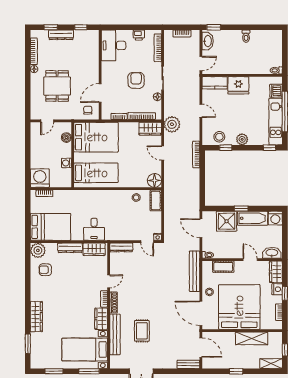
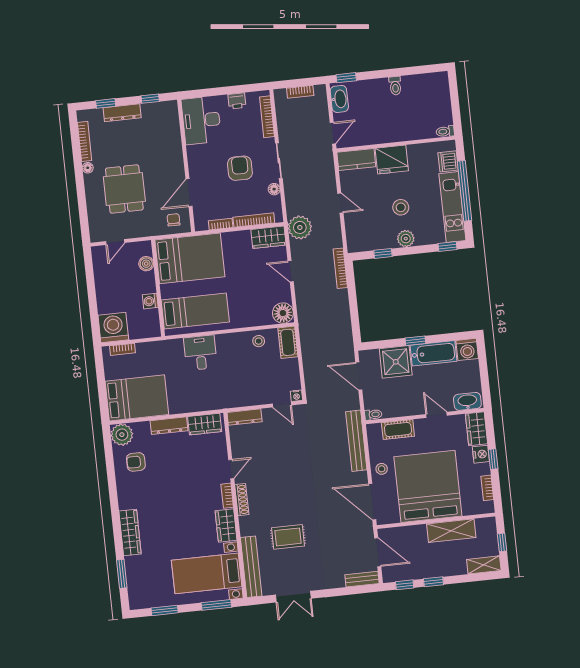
stool: (219, 137) -> (401, 207), moved
desk: (94, 229) -> (200, 353), moved, turned 180
rug: (142, 331) -> (288, 537), turned 90
bench: (115, 334) -> (251, 567), moved
window: (217, 371) -> (405, 585), added

